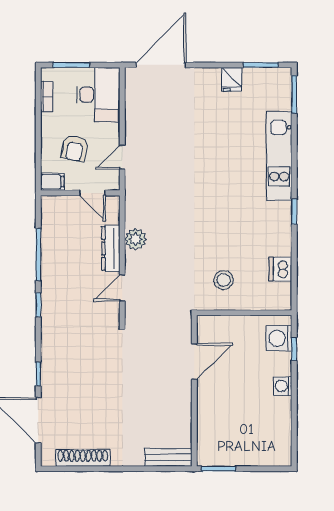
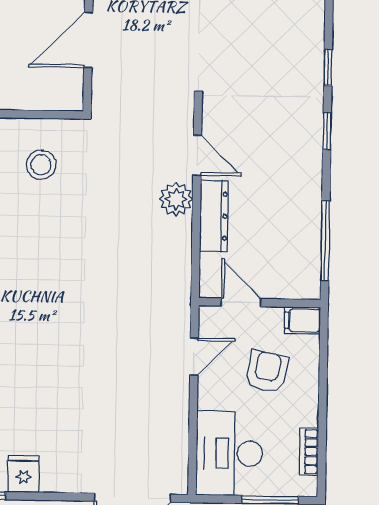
plant: (136, 239) -> (176, 199), moved
window: (38, 255) -> (325, 241), moved
door: (122, 288) -> (197, 155), hinge flipped
window: (38, 374) -> (328, 68), moved

